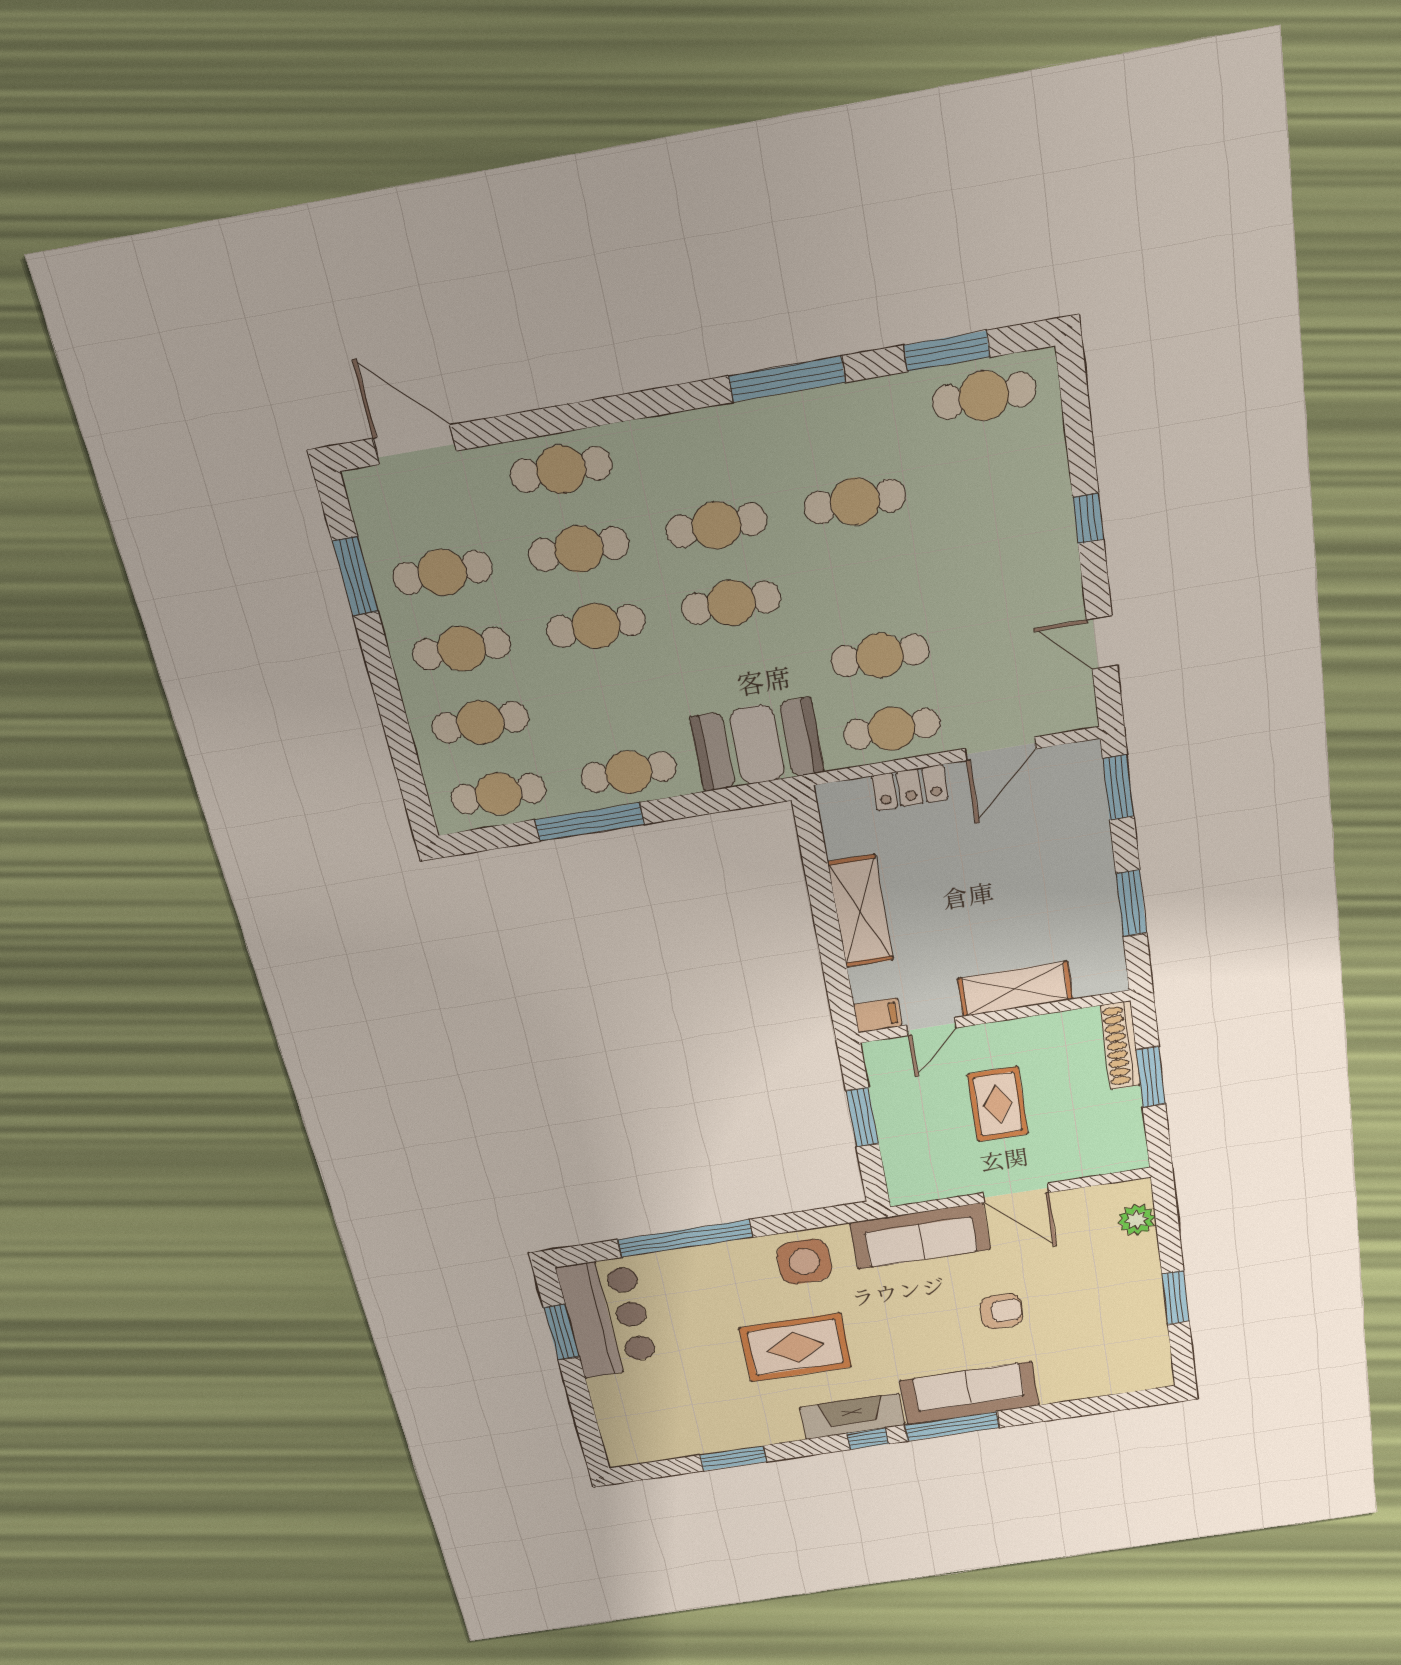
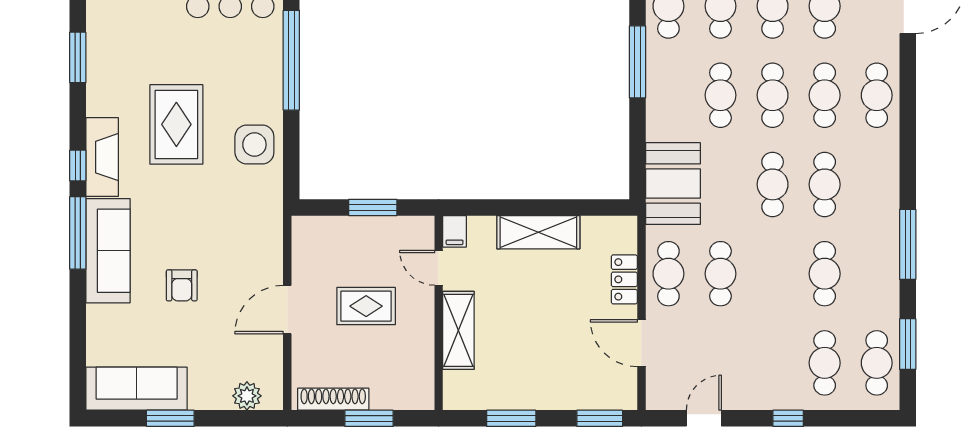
cafe table: (995, 477) -> (825, 363), added
cafe table: (629, 772) -> (720, 95), moved
shoe rack: (1120, 1045) -> (333, 399), moved
sofa: (920, 1236) -> (137, 389), moved, turned 90

